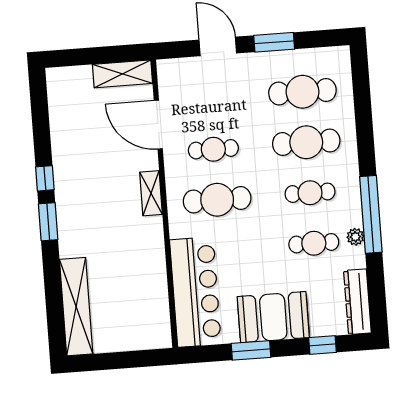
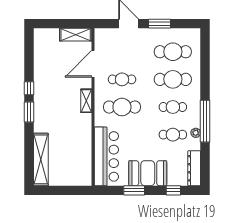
door: (158, 125) -> (93, 64), hinge flipped

